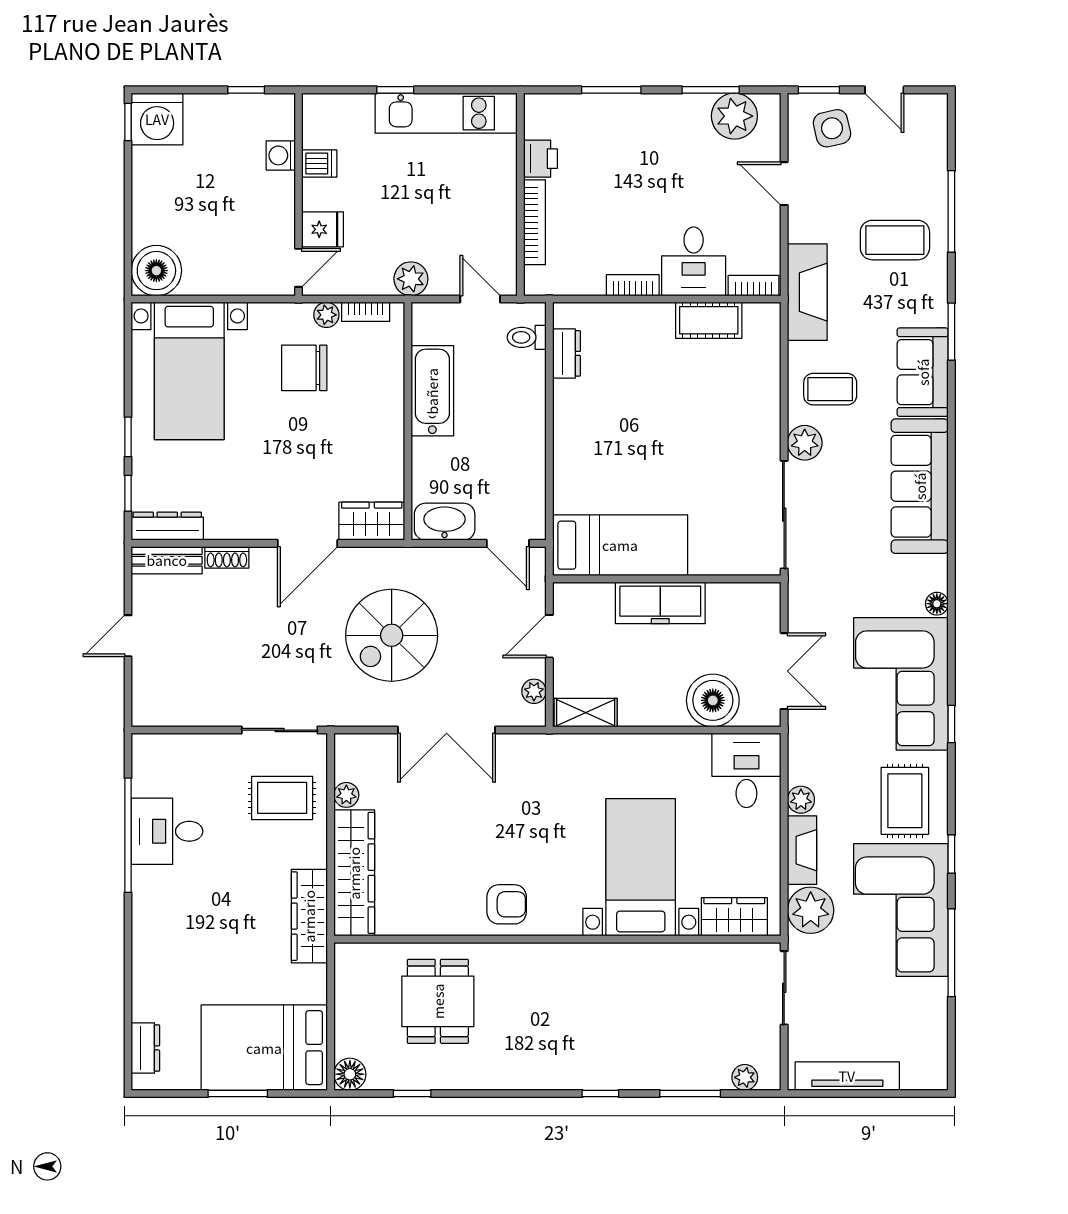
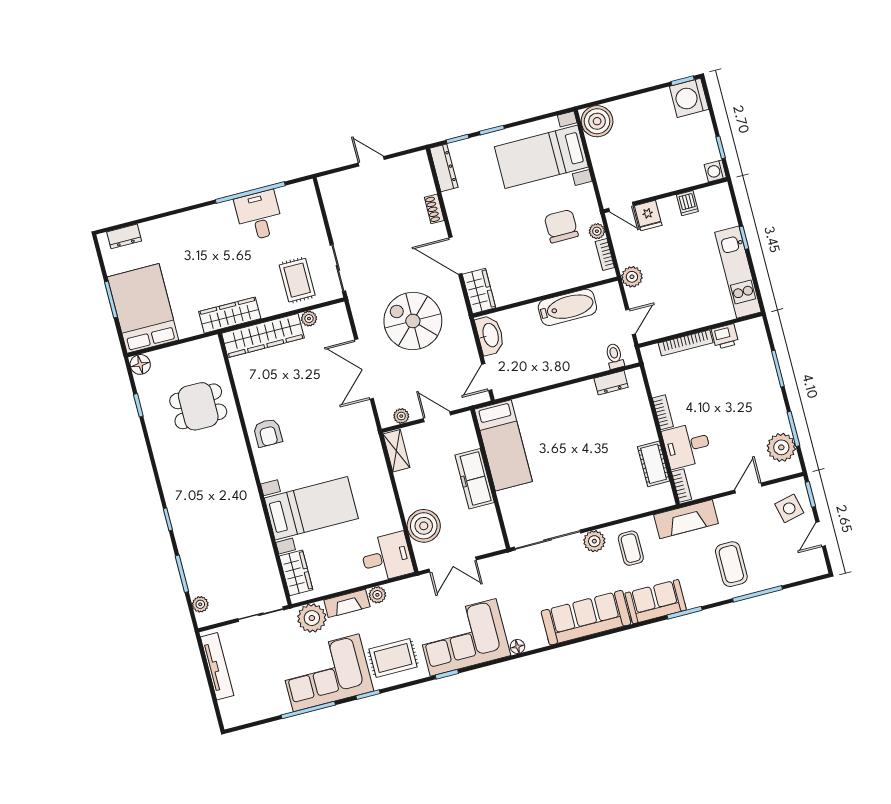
washing machine: (281, 155) -> (715, 171), moved, turned -90
bench: (167, 560) -> (423, 173), removed

